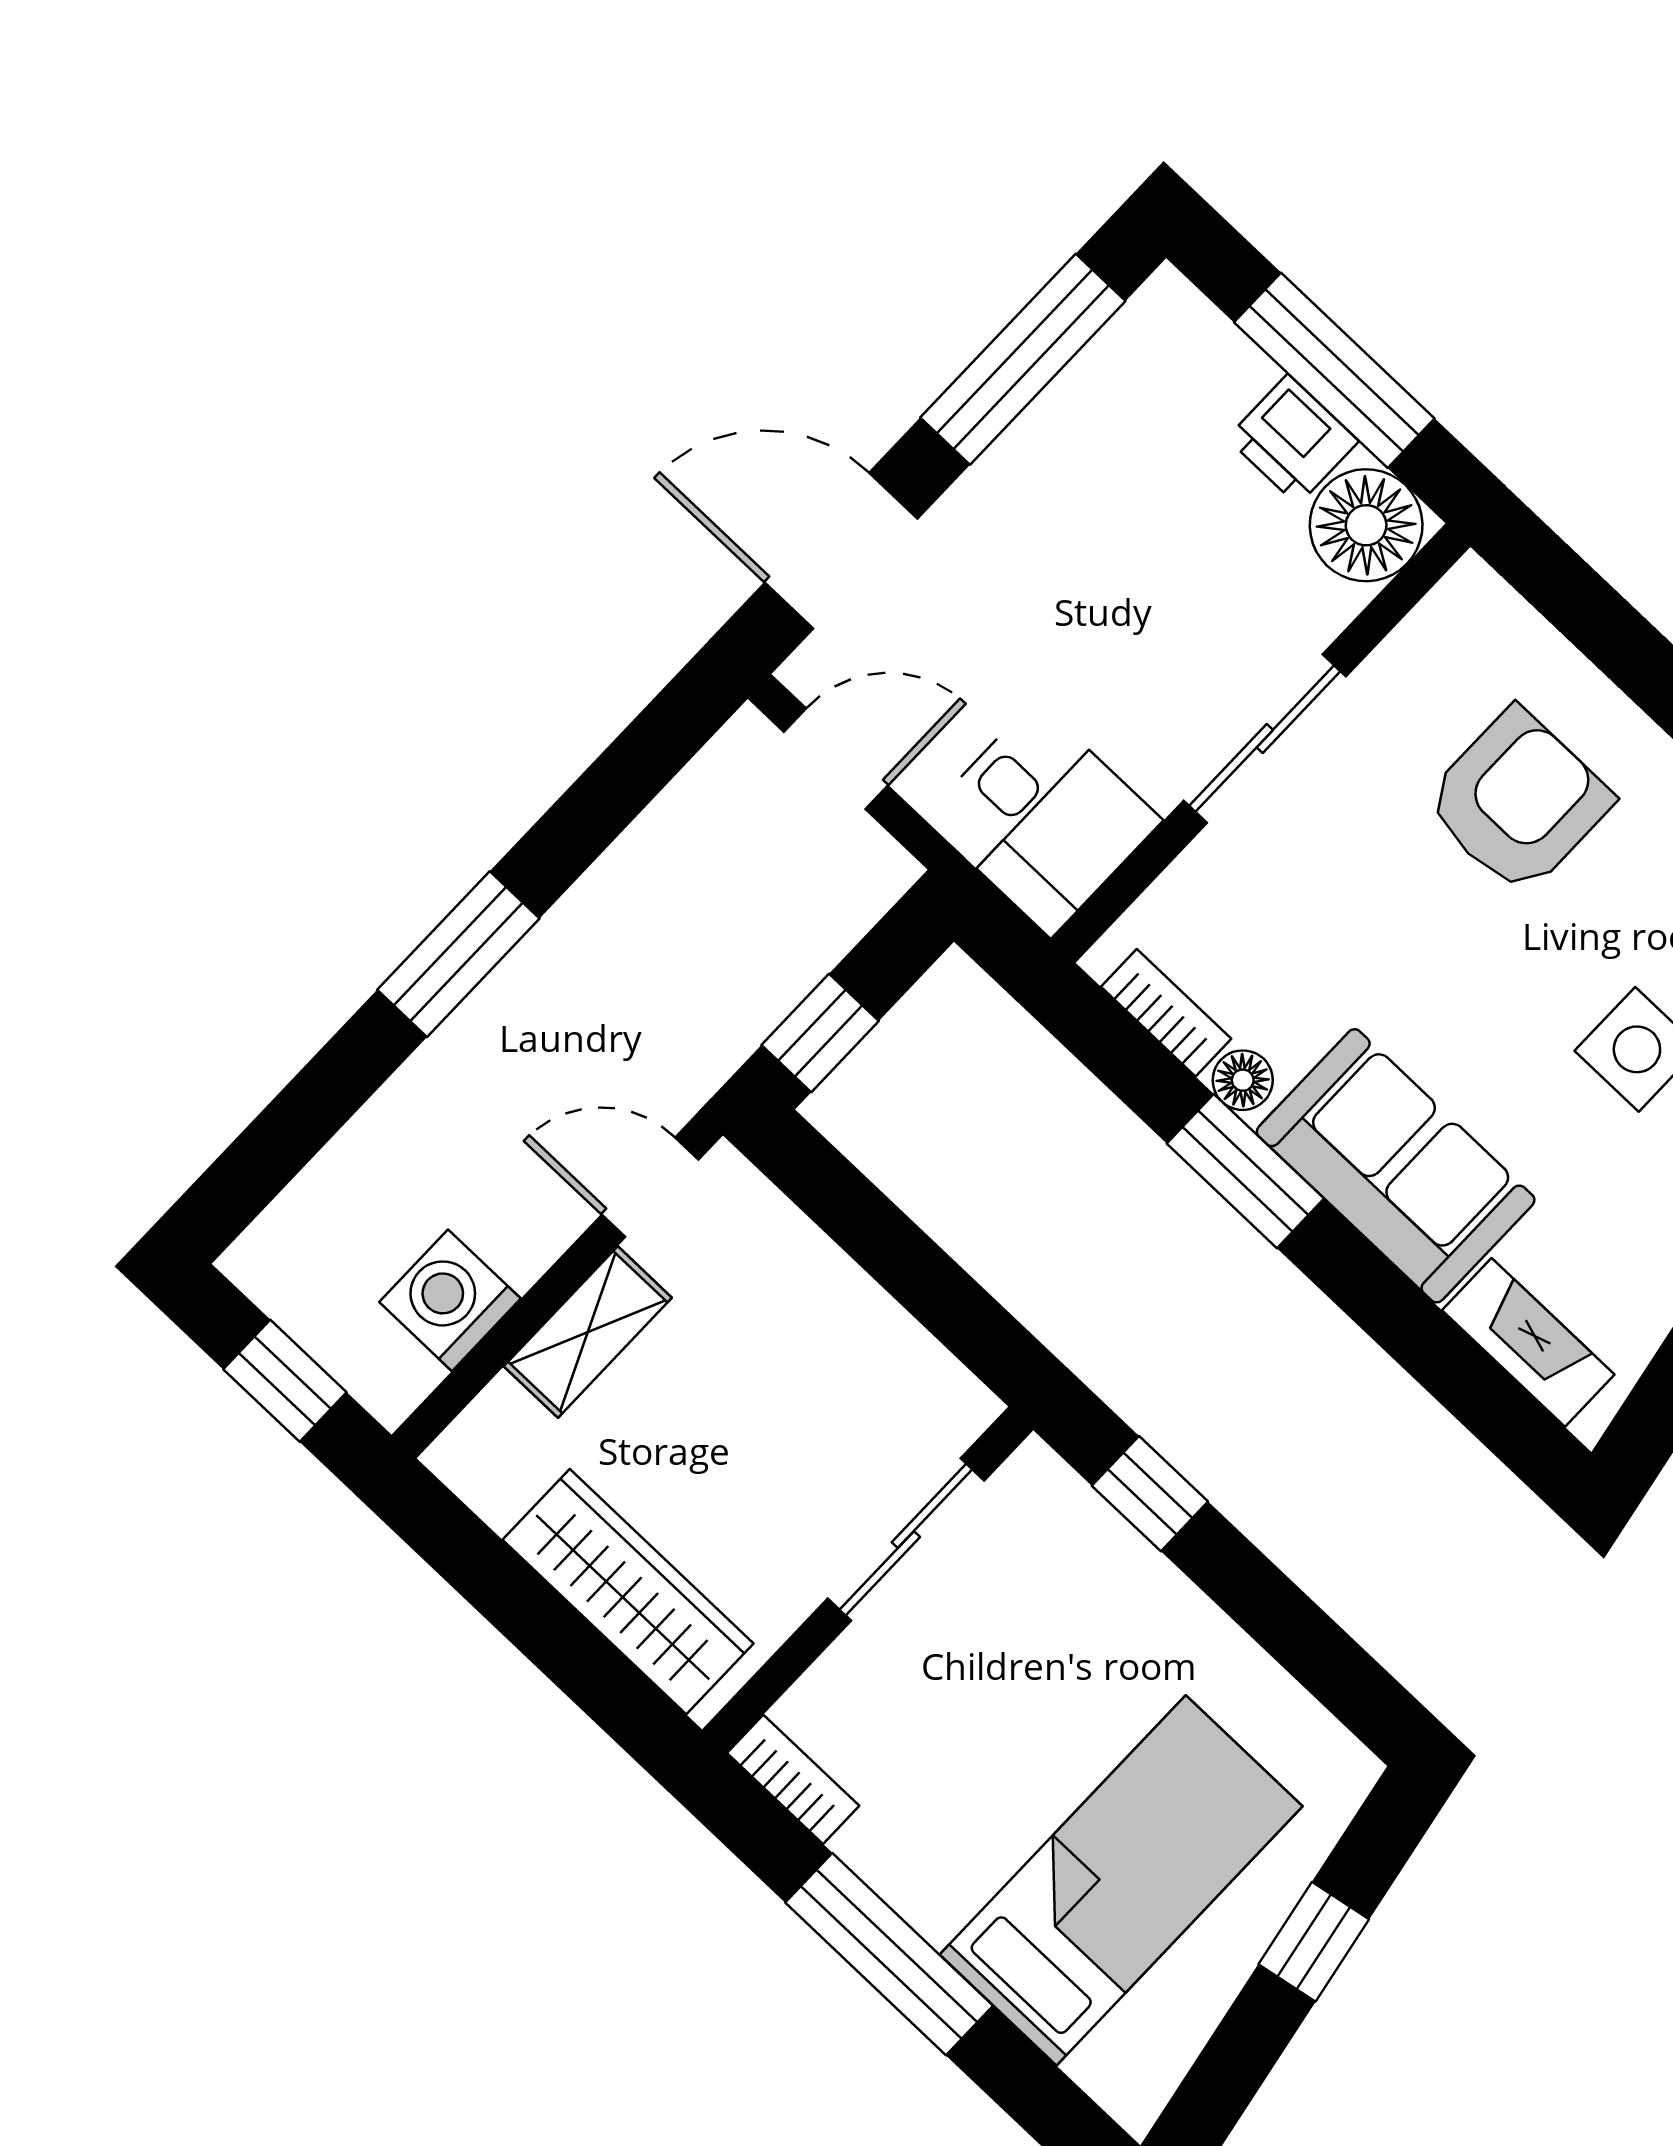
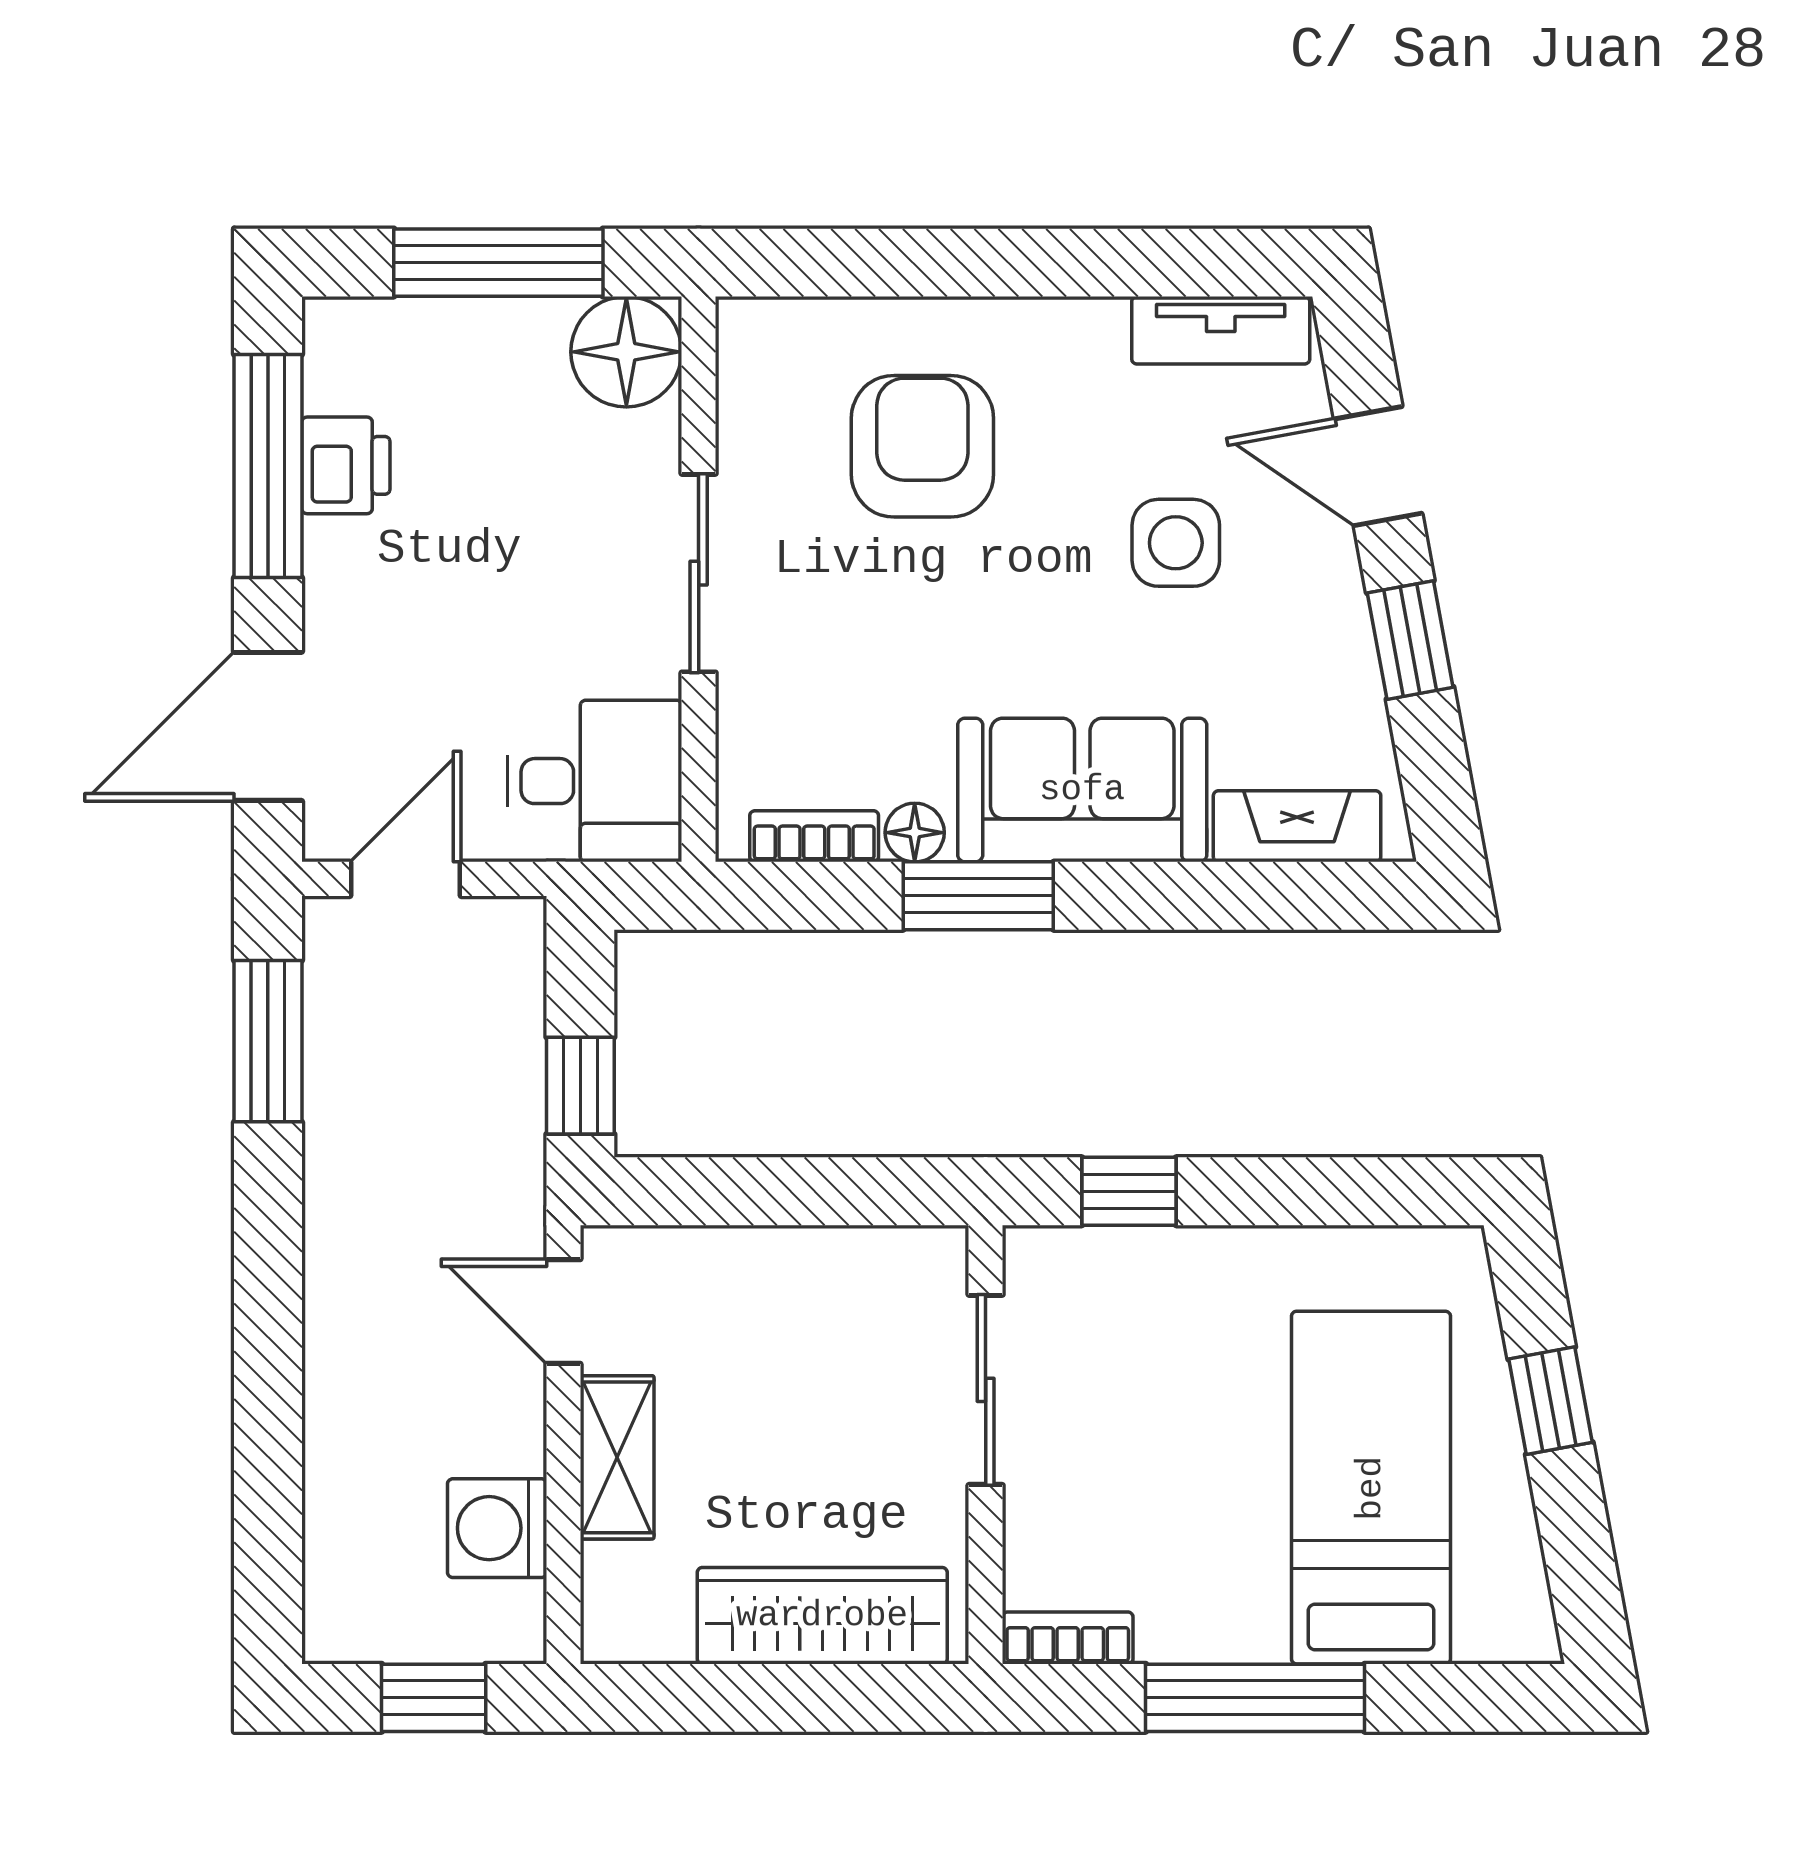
printer: (1293, 440) -> (346, 465), moved, turned -90
window: (458, 954) -> (268, 1041), moved
door: (650, 1187) -> (563, 1311), hinge flipped

